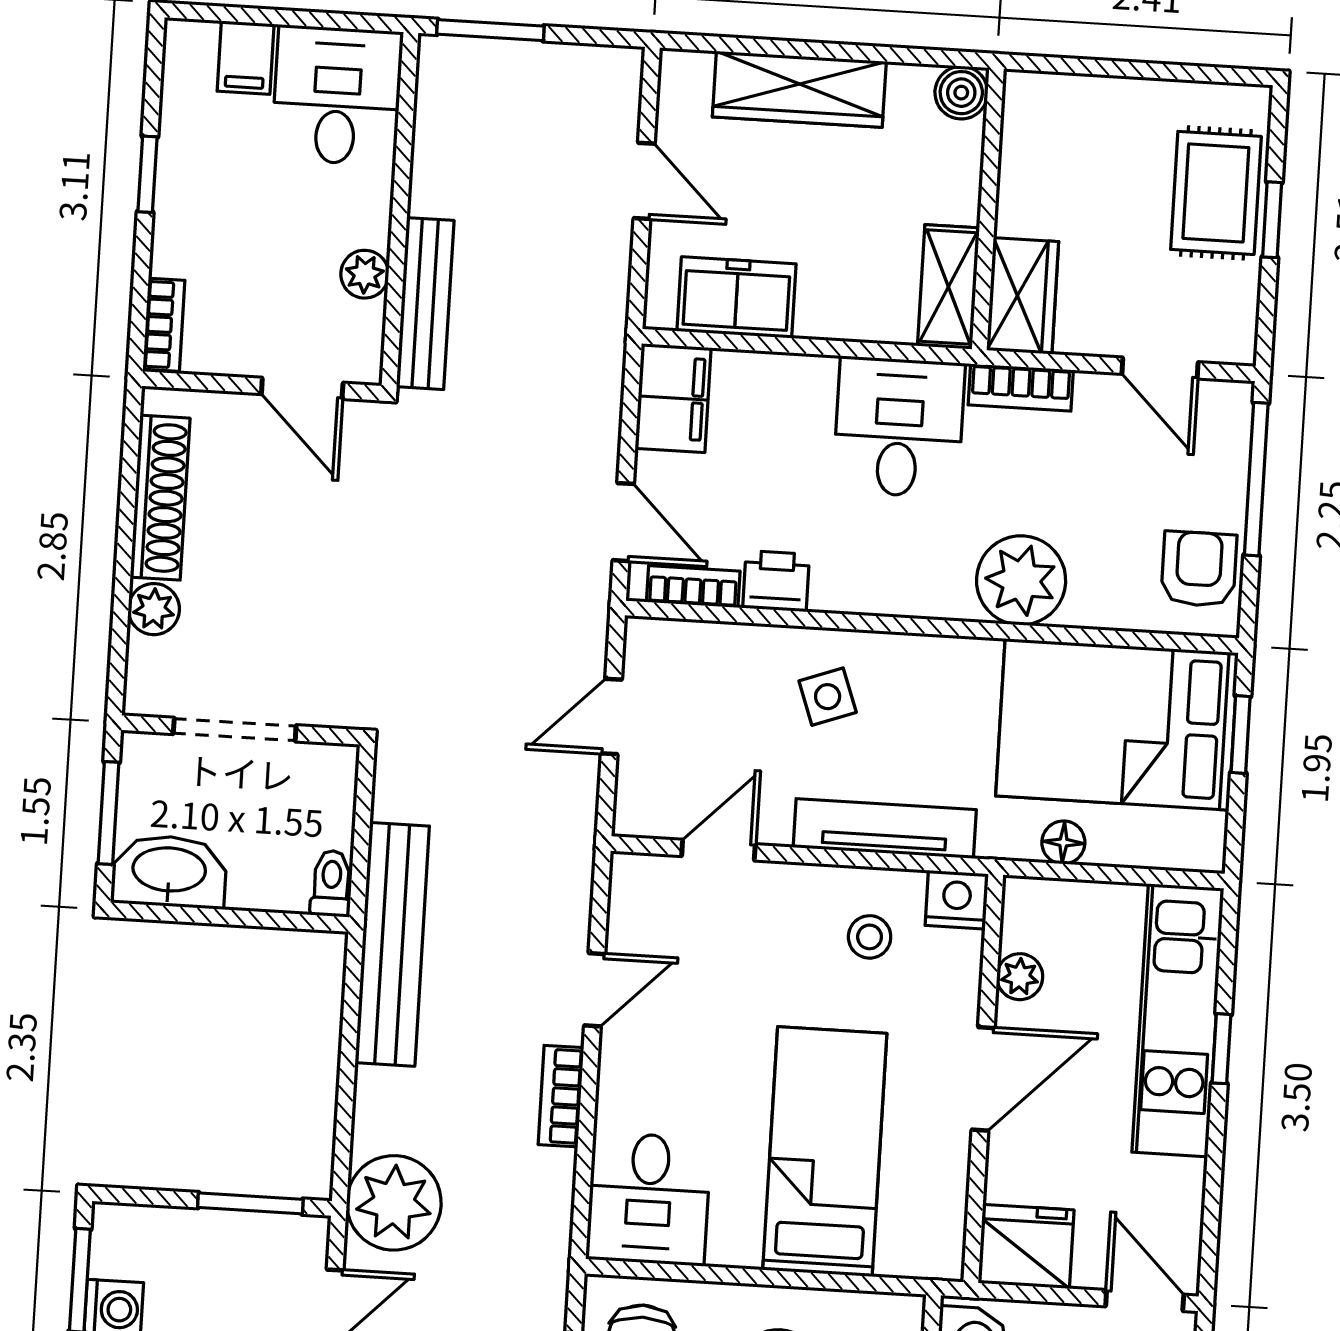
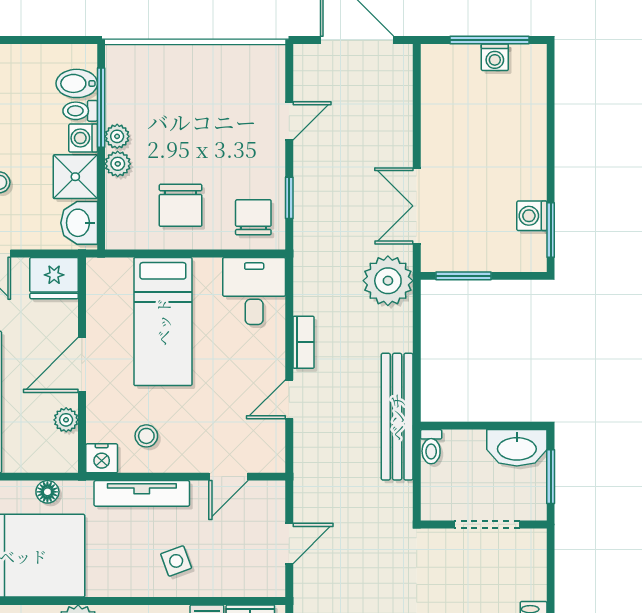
plant: (154, 609) -> (533, 585), removed

